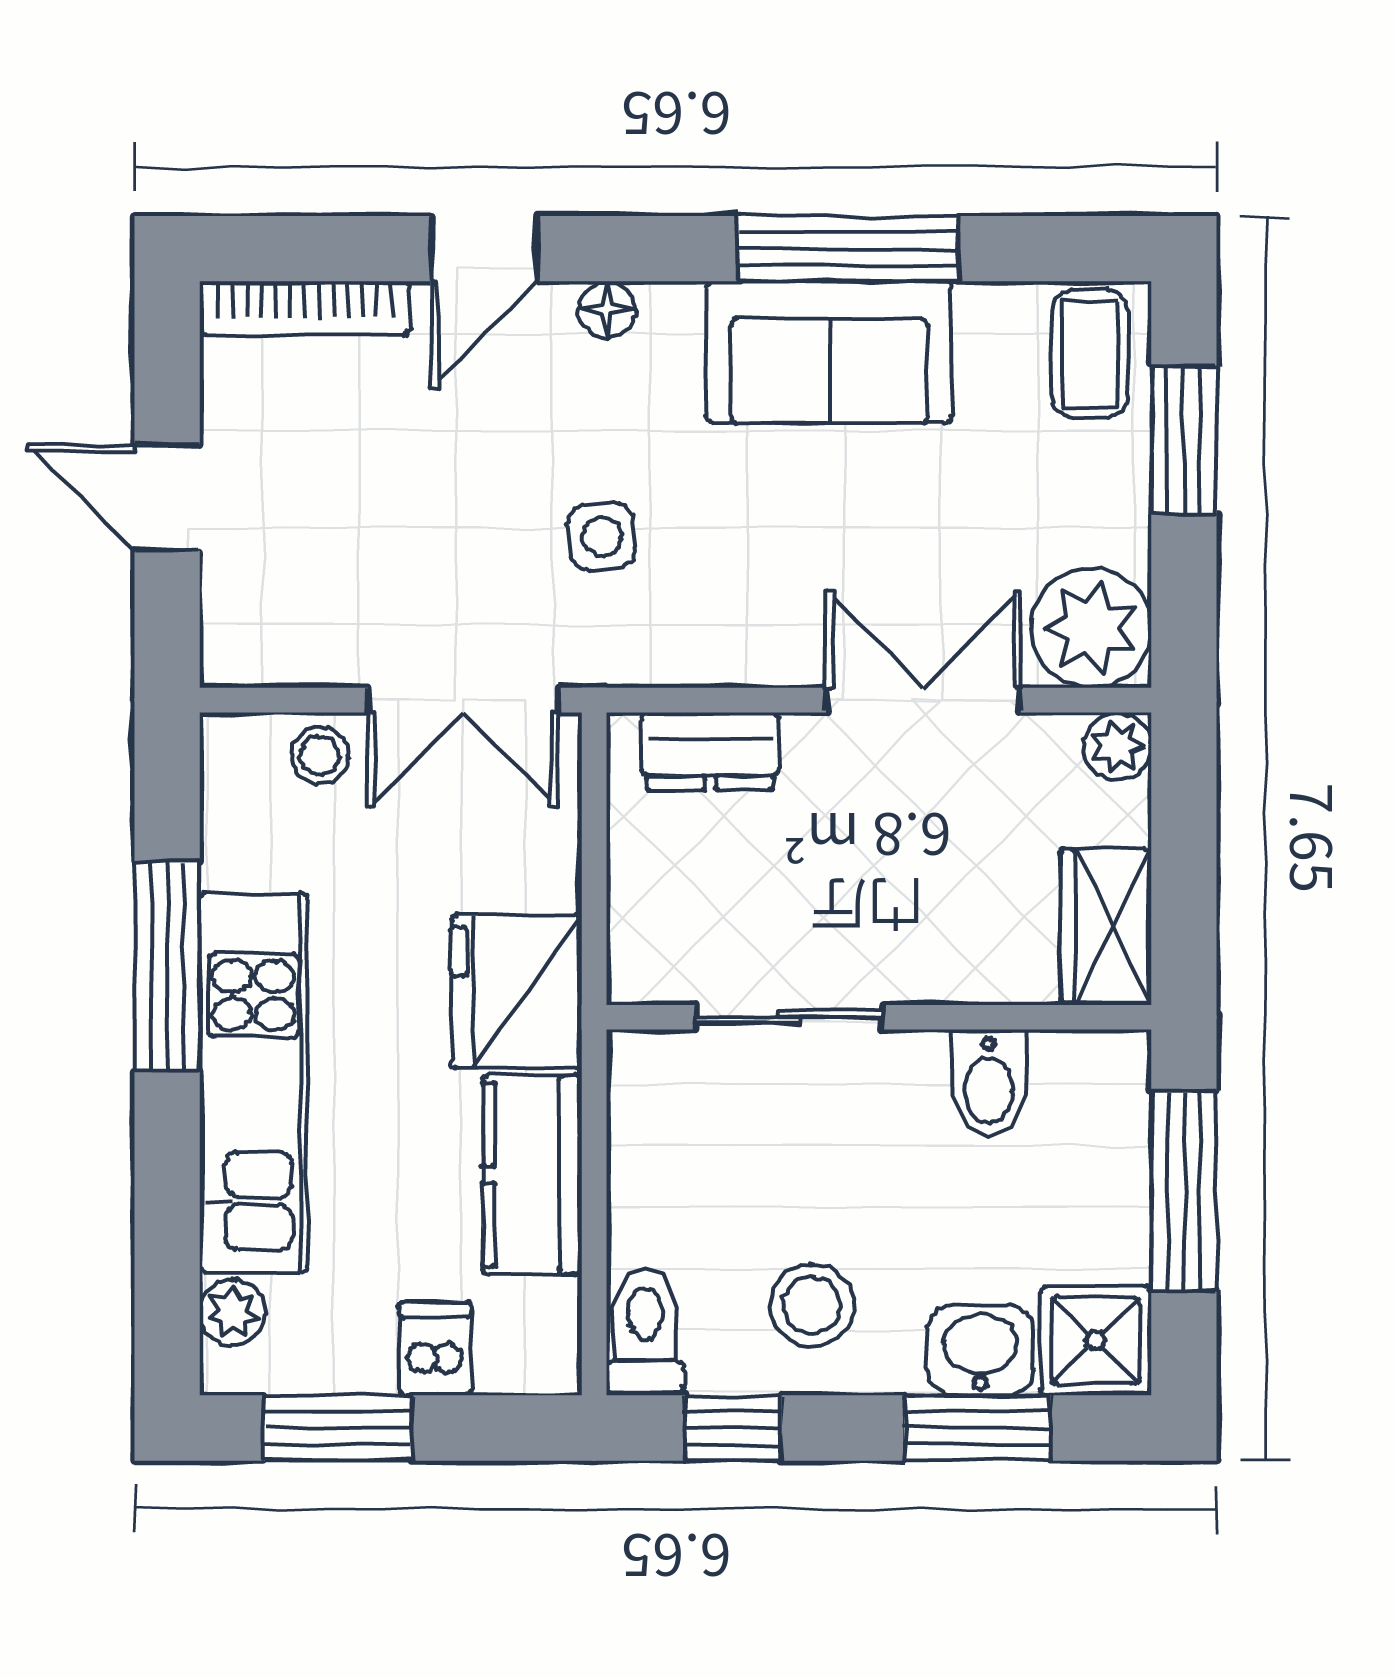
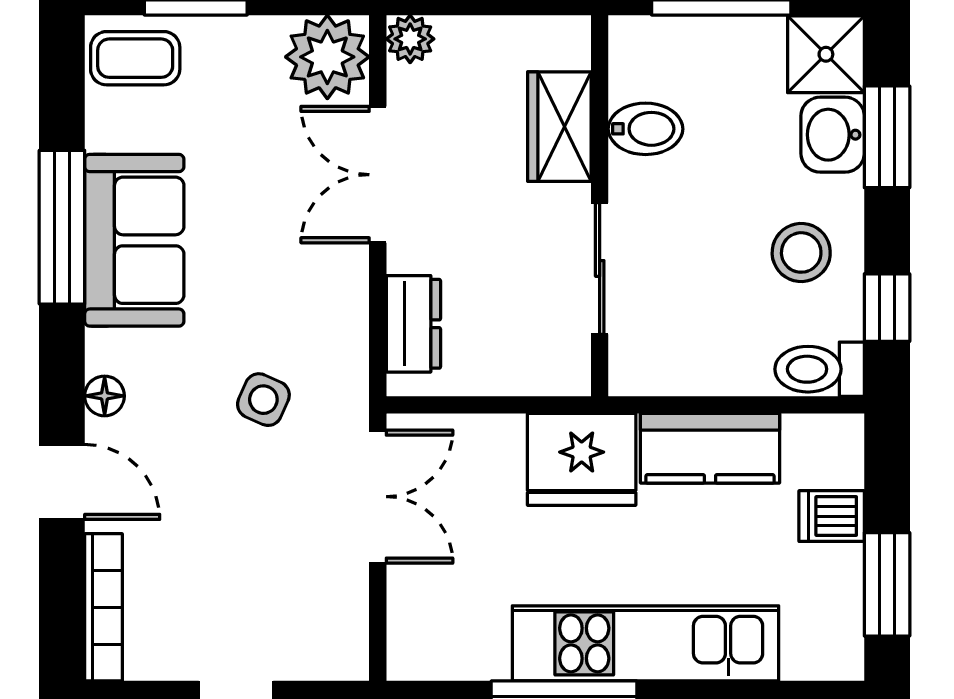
side table: (602, 537) -> (263, 400), turned 31
stool: (320, 756) -> (417, 597), removed
wardrobe: (1106, 927) -> (559, 127), moved, turned 90
plant: (233, 1312) -> (806, 658), removed

